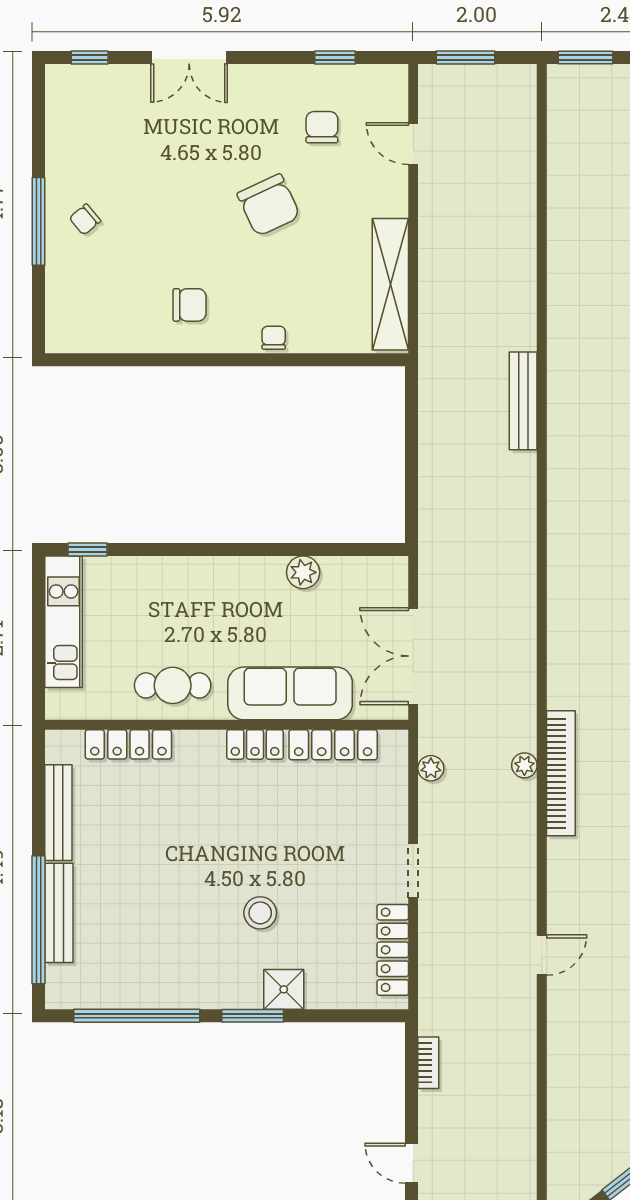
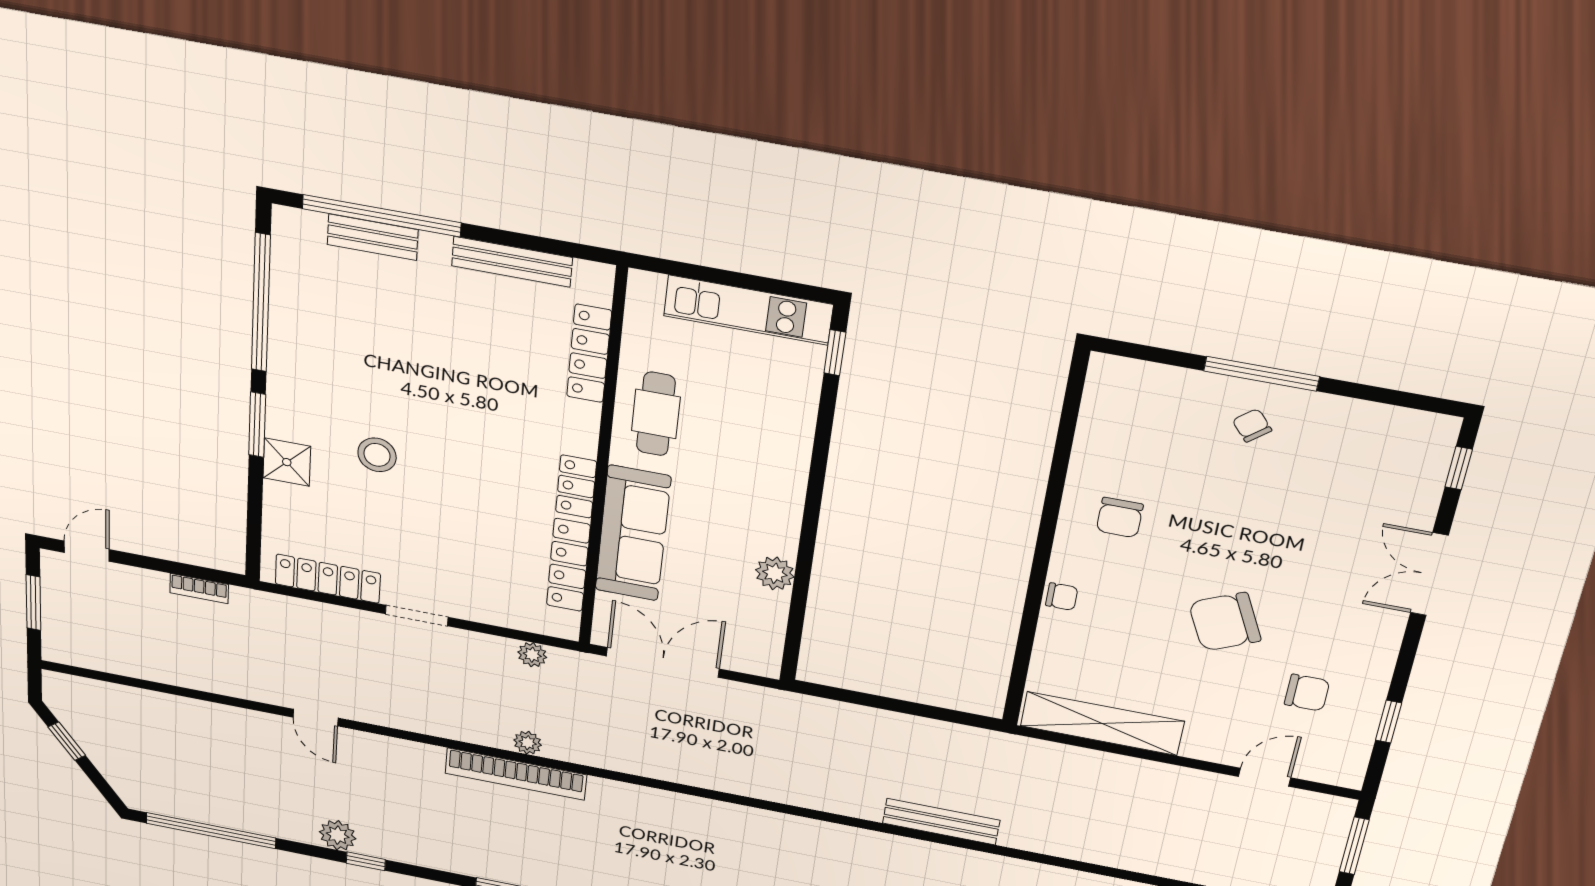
bench: (59, 913) -> (373, 237), width x0.73

